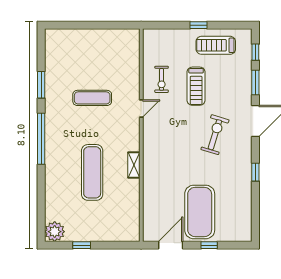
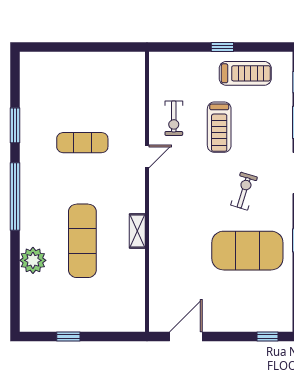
treadmill: (216, 45) -> (245, 73), turned 180
exercise bike: (215, 135) -> (244, 191), width x0.73, depth x0.72
exercise mat: (200, 212) -> (247, 251), moved, turned 90
plant: (55, 232) -> (33, 260), moved
window: (209, 245) -> (267, 336), moved

